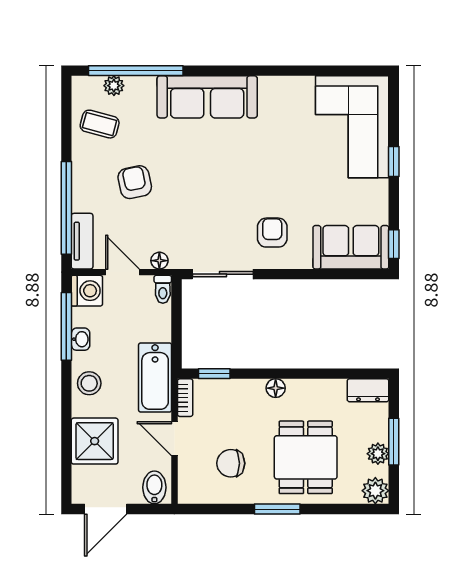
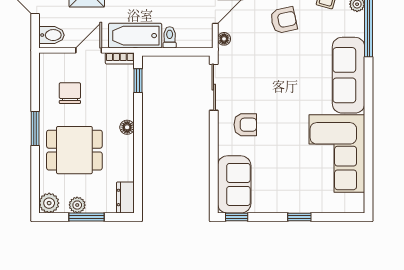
corner sofa: (352, 127) -> (337, 154), moved, turned -90
toilet: (163, 289) -> (170, 37), moved, turned 90

